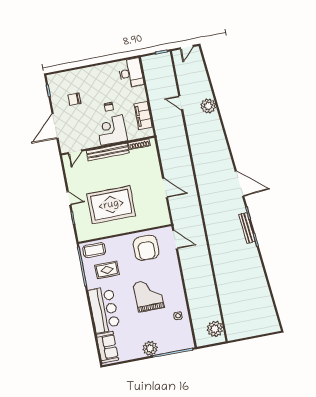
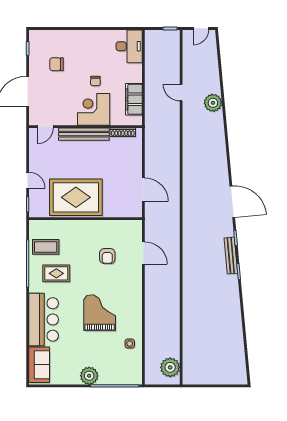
wall: (125, 234) -> (86, 219), moved
armchair: (146, 248) -> (107, 256), width x0.53, depth x0.53

